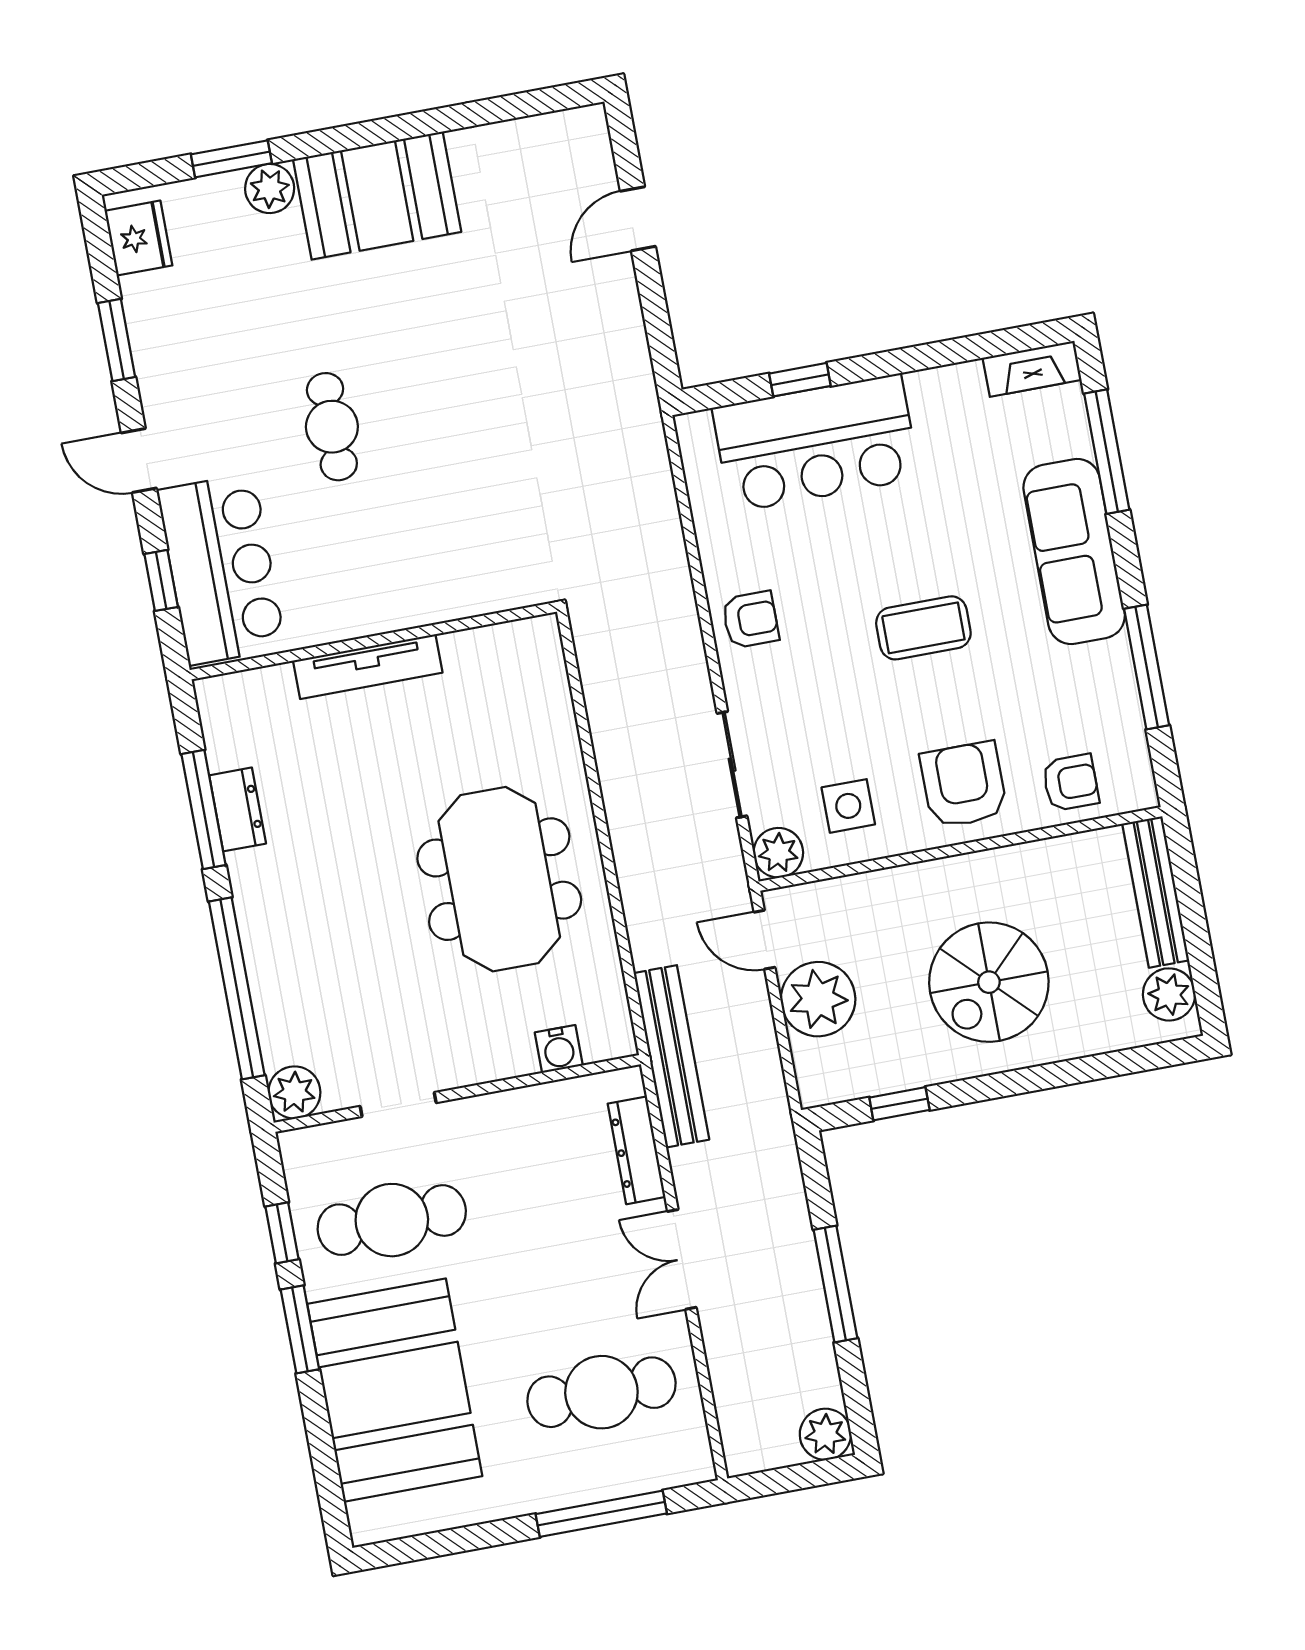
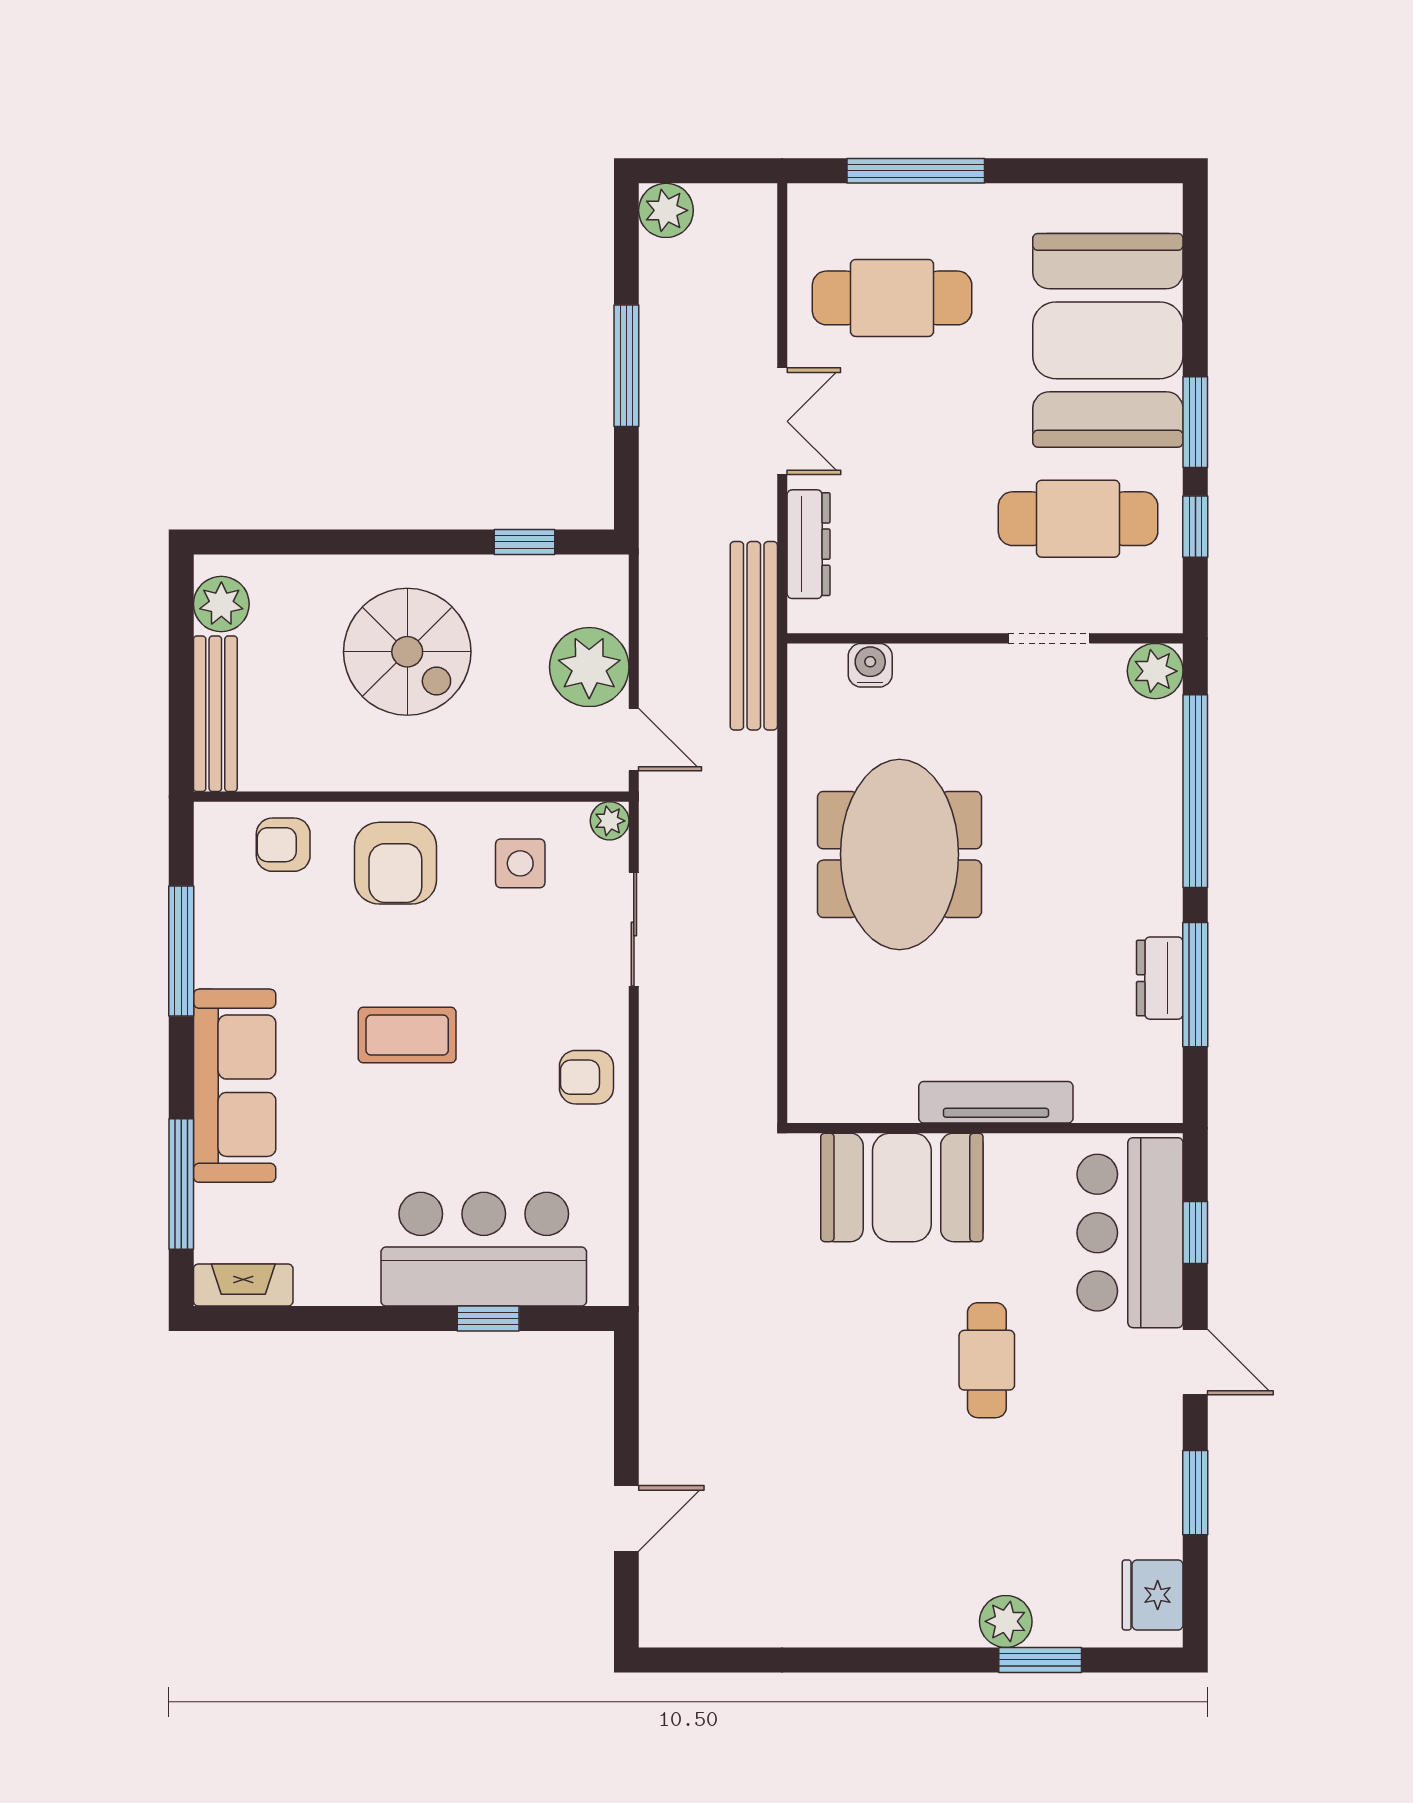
booth: (377, 196) -> (902, 1187), moved
plant: (778, 853) -> (610, 821), width x0.73, depth x0.73
spiral stairs: (989, 982) -> (407, 652), turned 90

